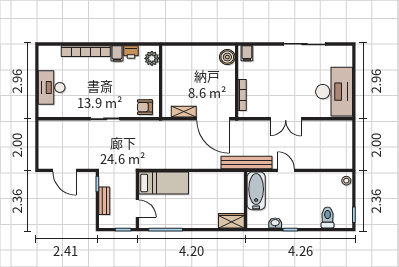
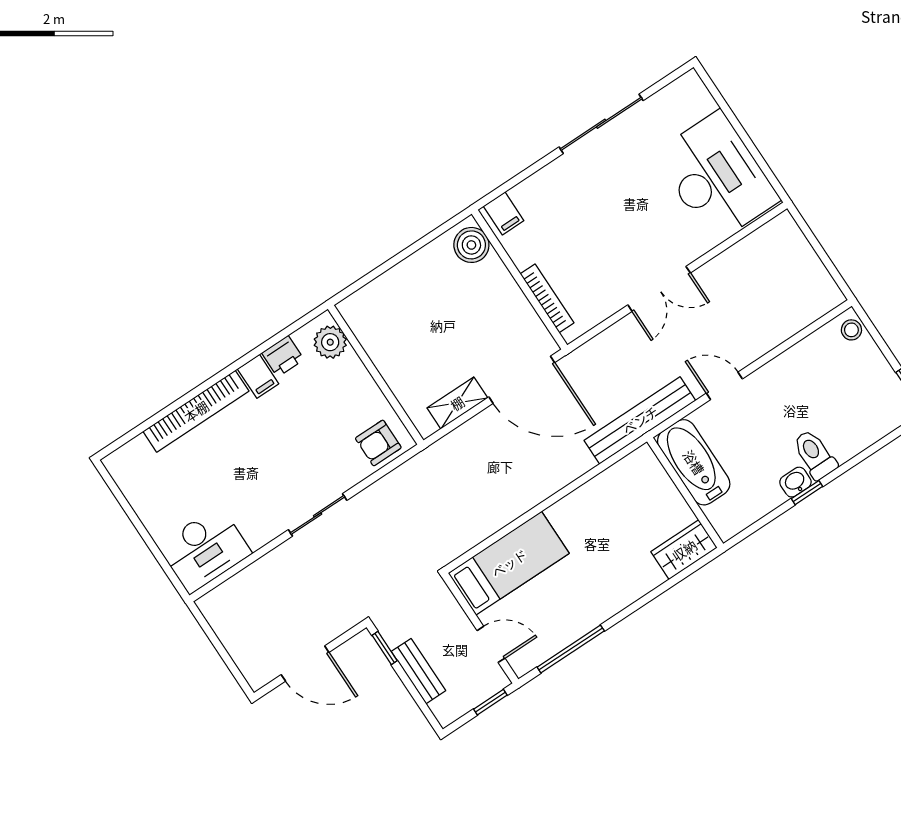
desk: (52, 87) -> (205, 549), moved, turned -90
toilet: (328, 218) -> (815, 455), moved
washbasin: (275, 223) -> (795, 482), moved

